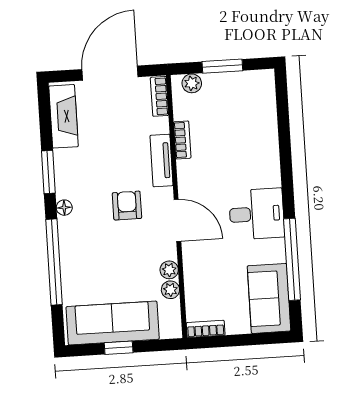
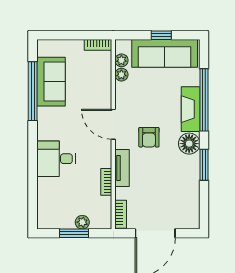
plant: (192, 83) -> (82, 222), moved
fireplace: (64, 116) -> (191, 109), moved
floor lamp: (64, 208) -> (189, 144), width x1.89, depth x1.89
desk: (257, 214) -> (56, 159), moved
plant: (169, 270) -> (121, 60), moved
sofa: (269, 298) -> (51, 82), moved

